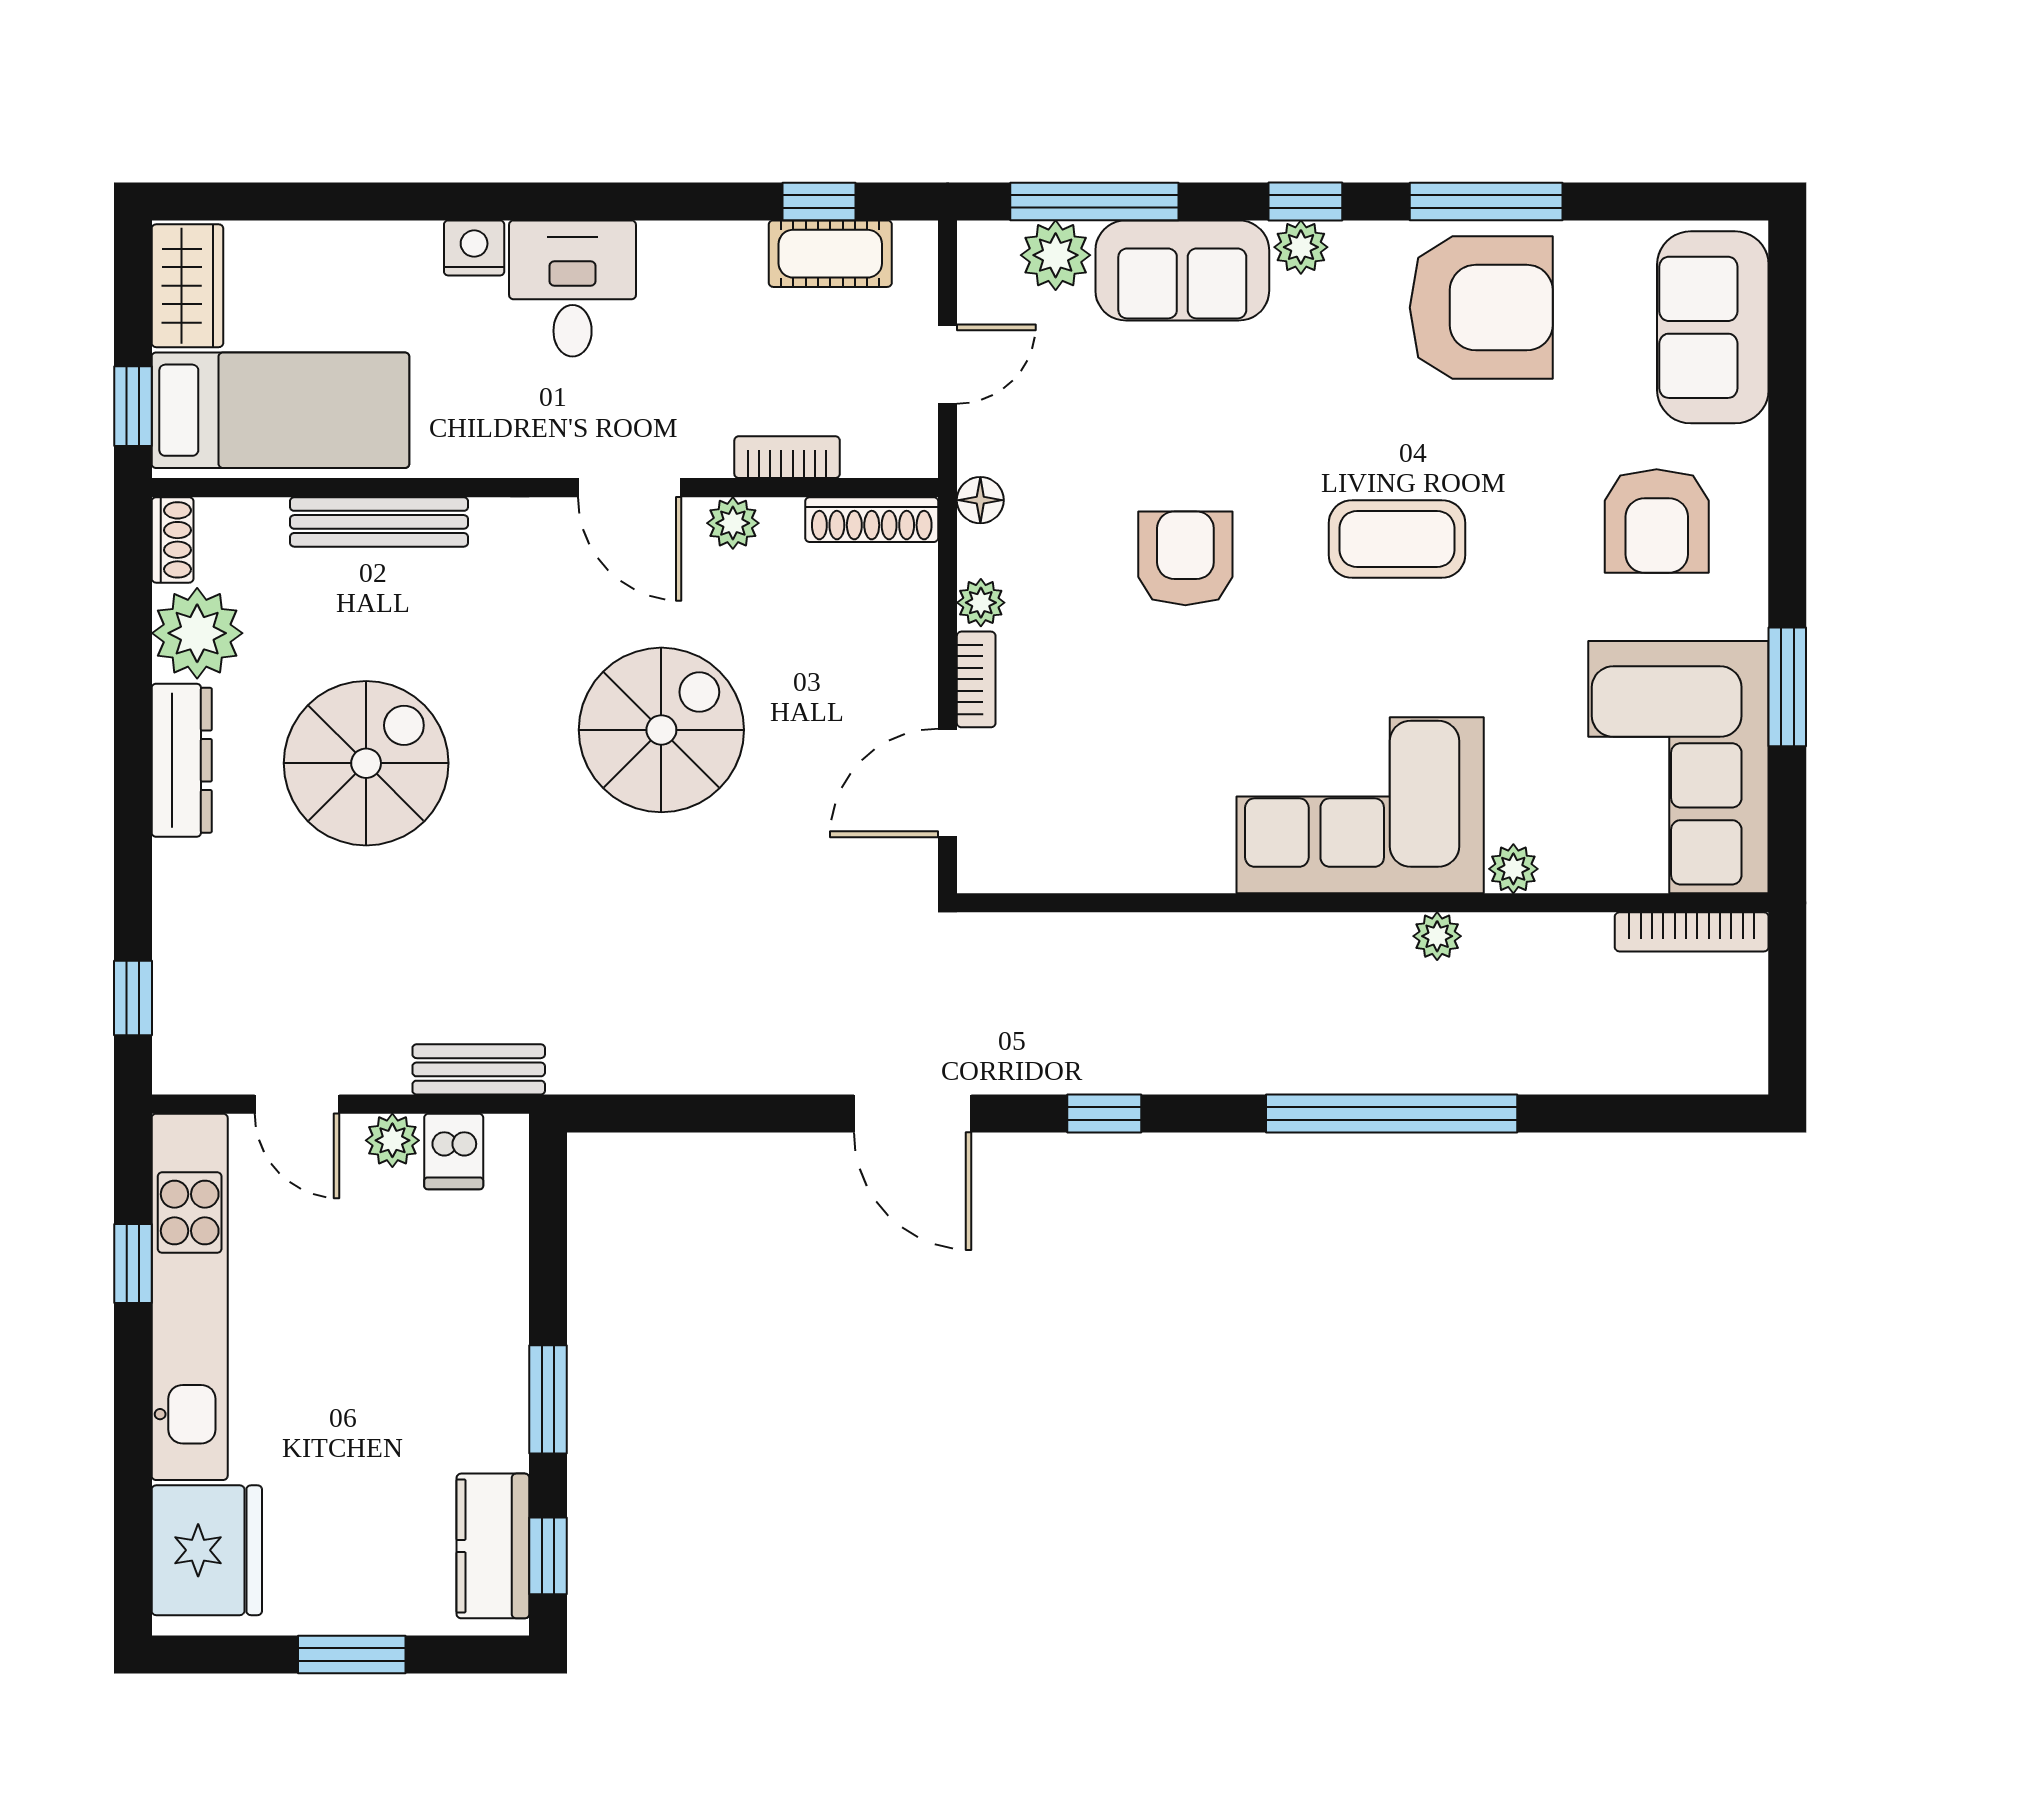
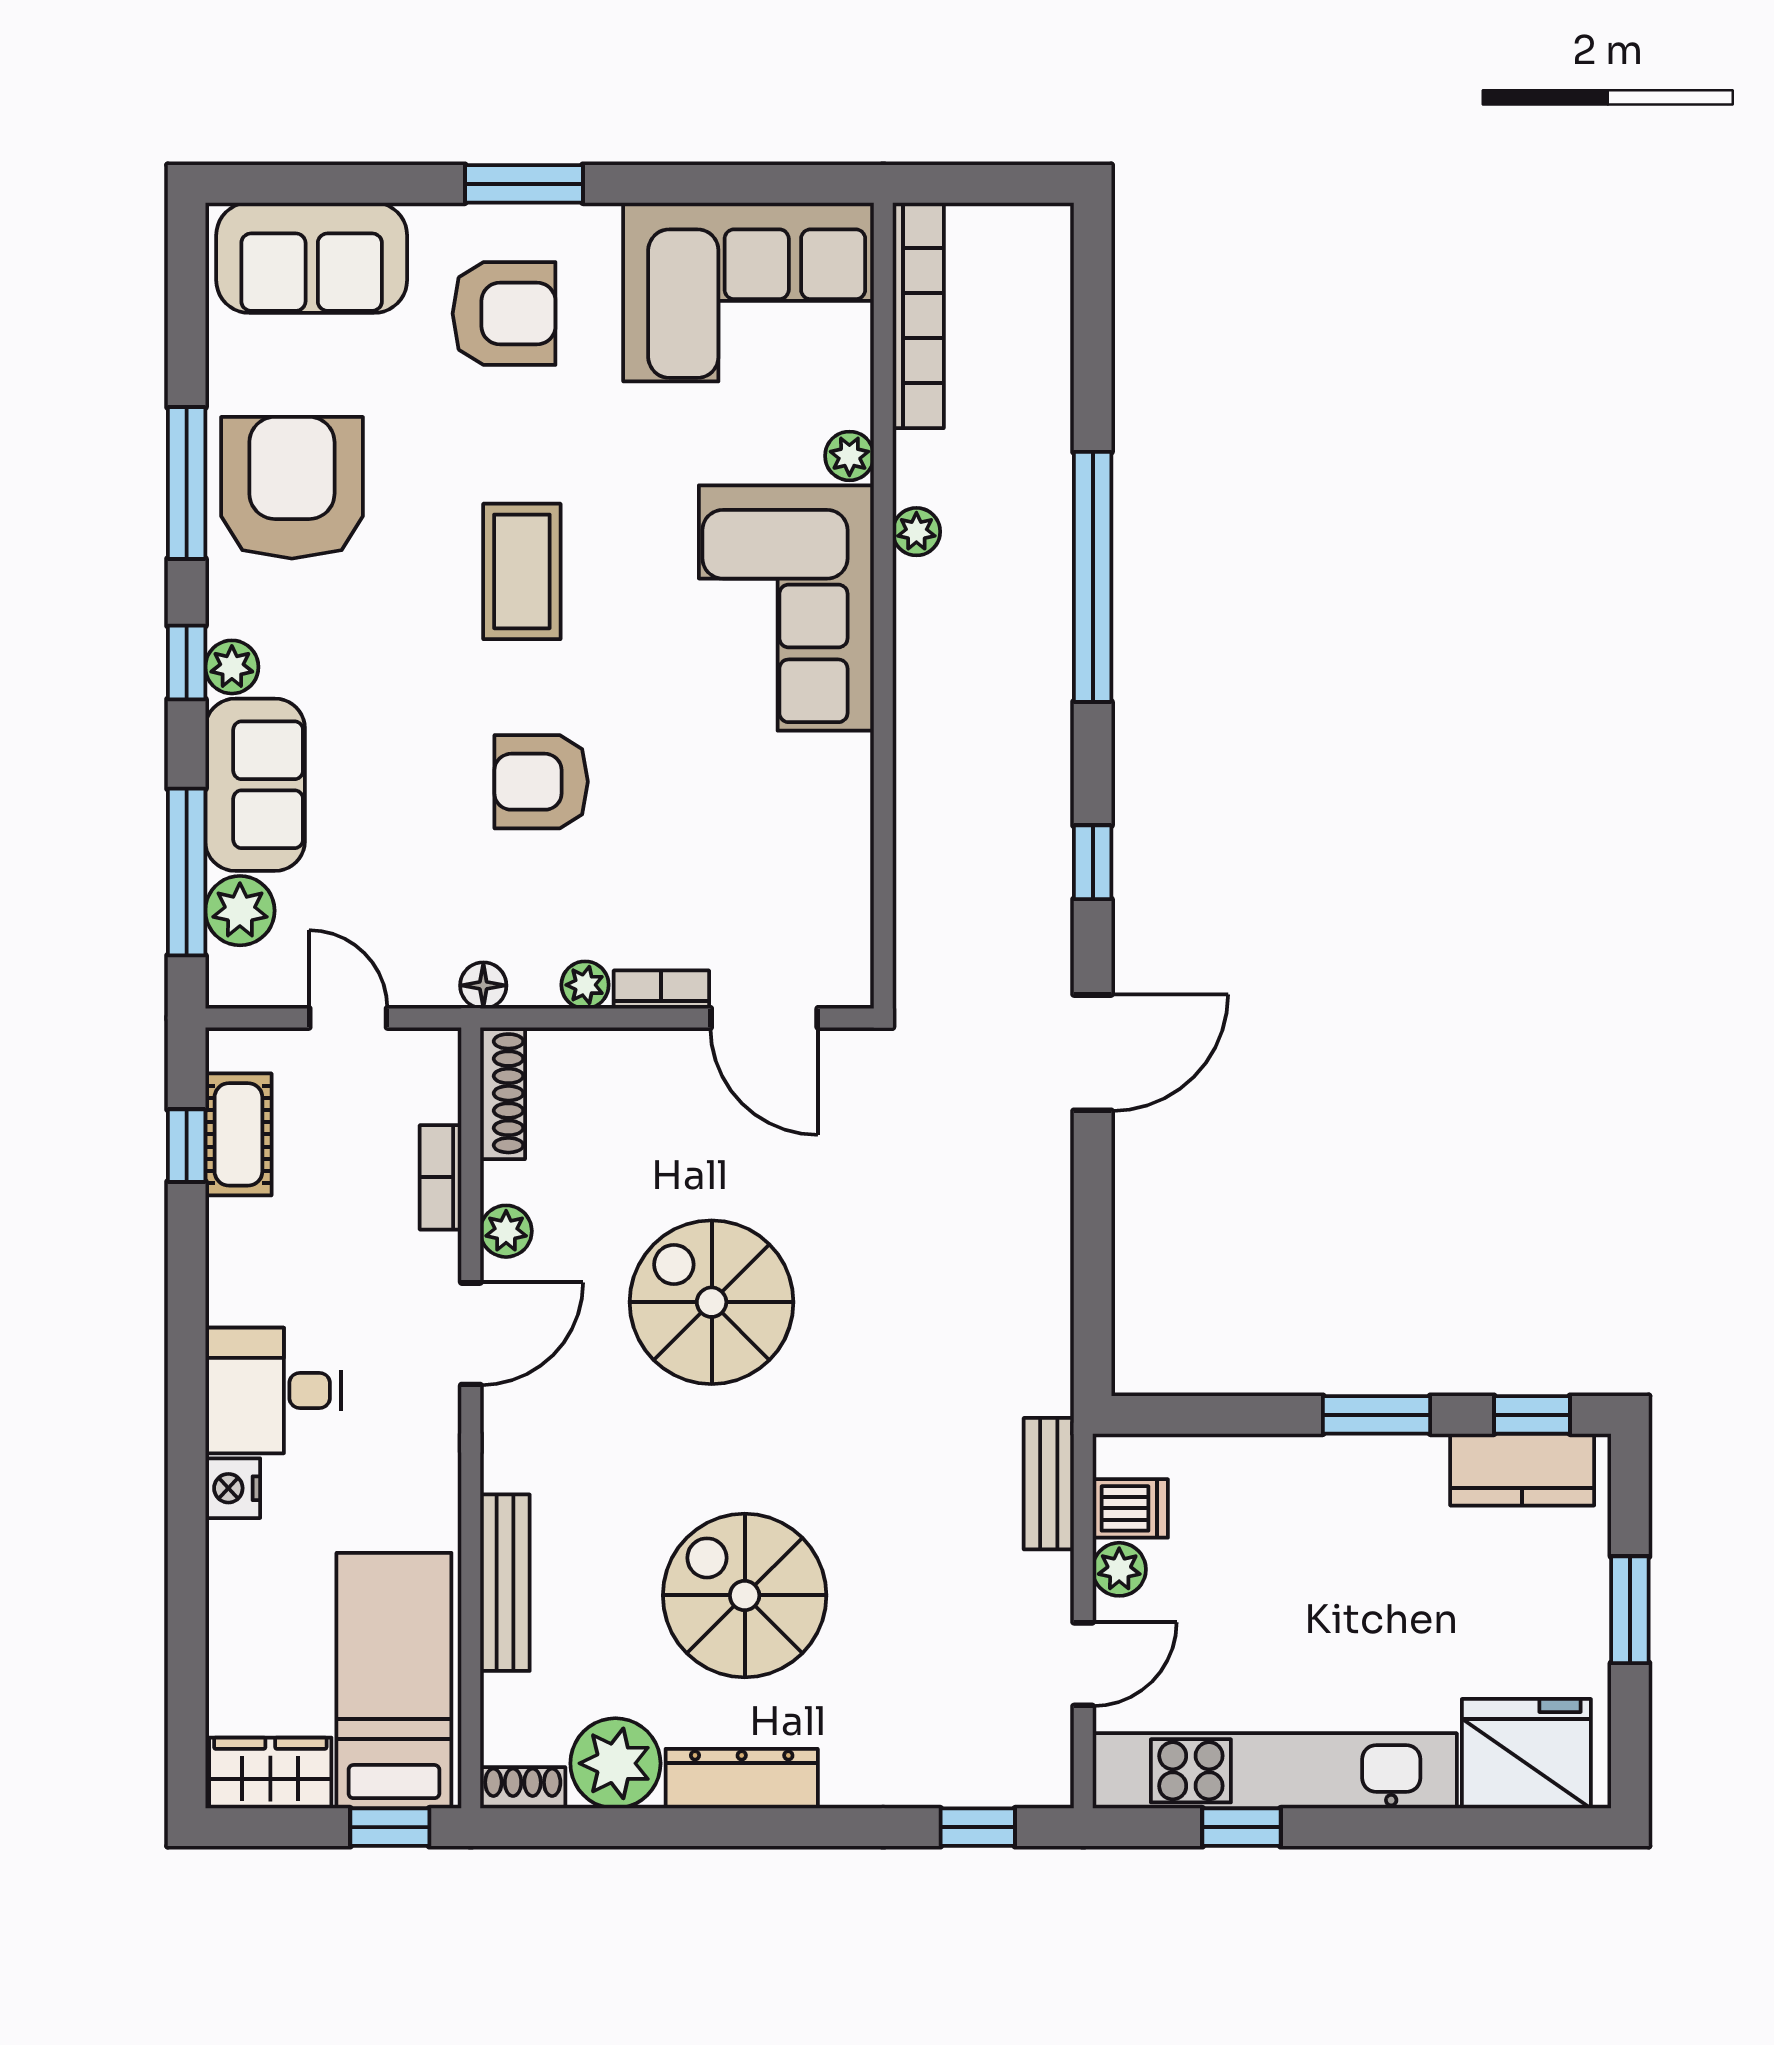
window: (1787, 687) -> (524, 184), moved
bookcase: (1692, 932) -> (918, 315), width x1.48, depth x1.31

